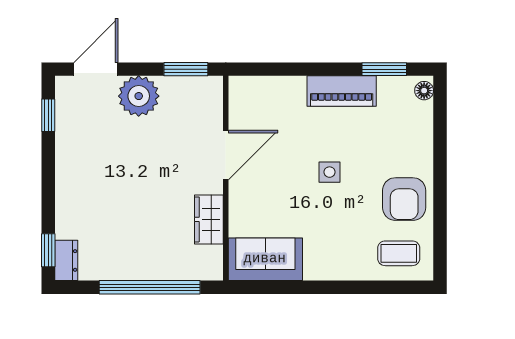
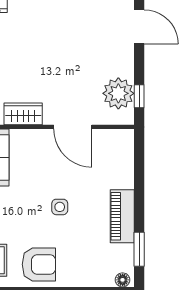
window: (186, 69) -> (139, 96), width x0.67
plant: (139, 96) -> (118, 93), moved
armchair: (404, 199) -> (39, 264), turned 180

